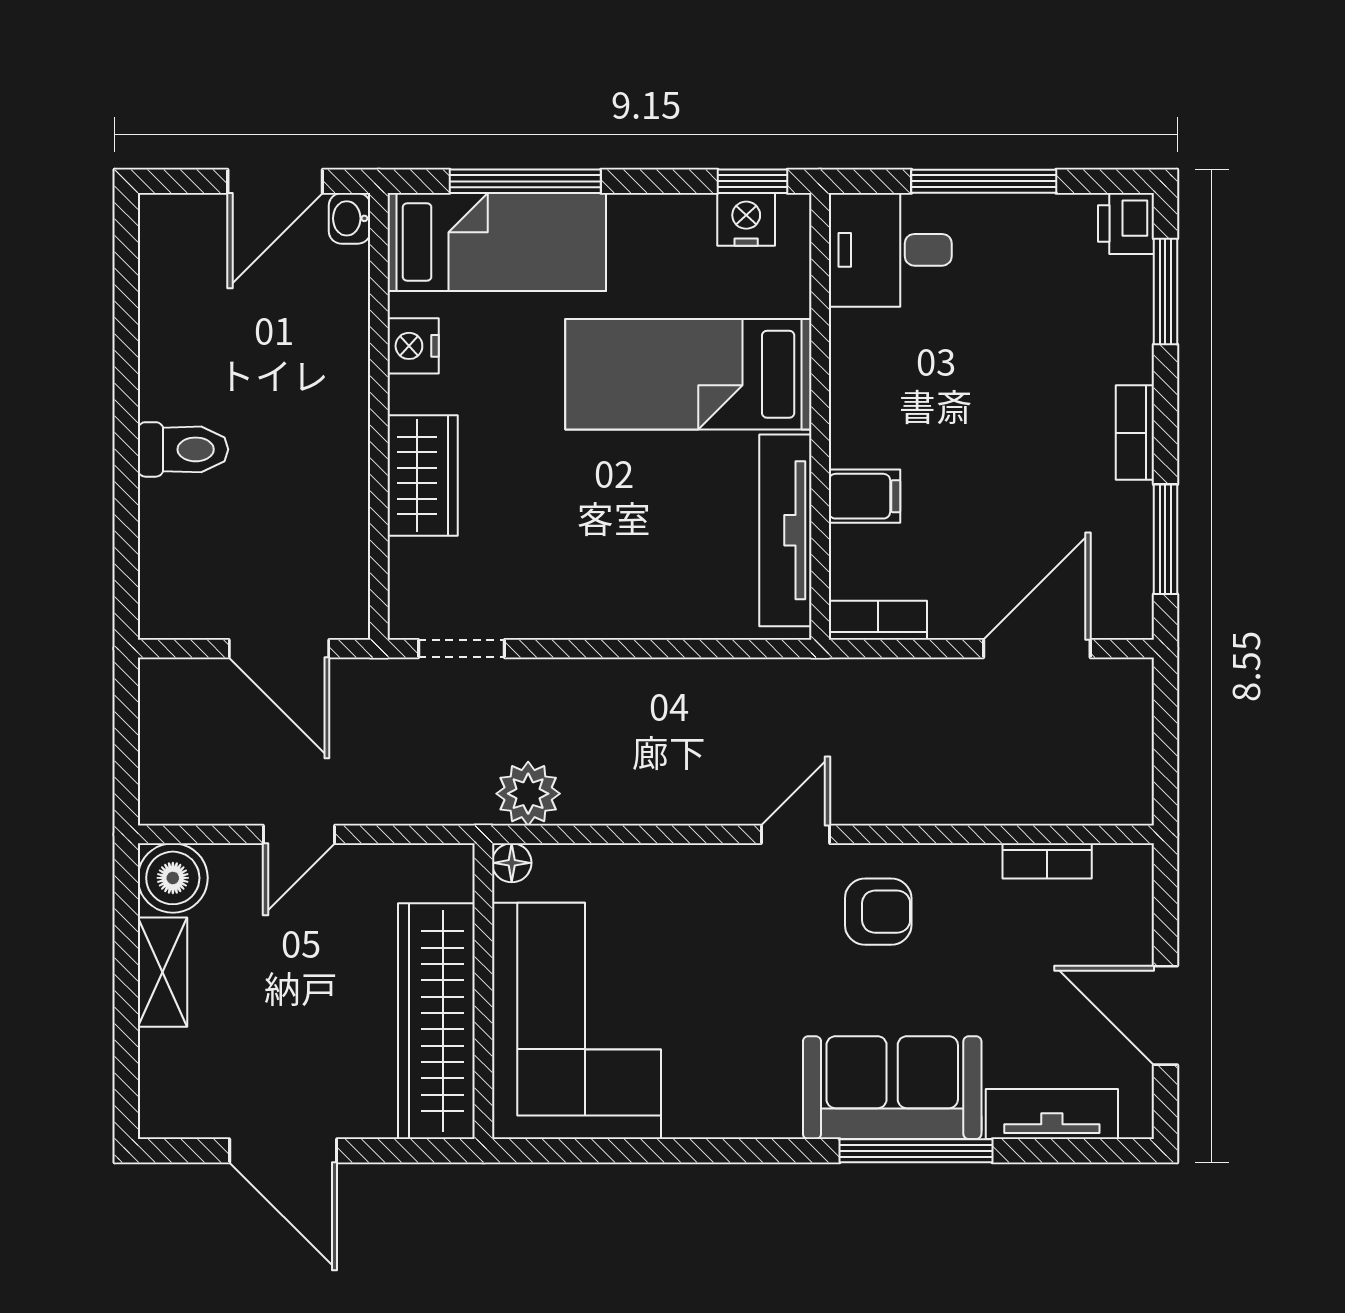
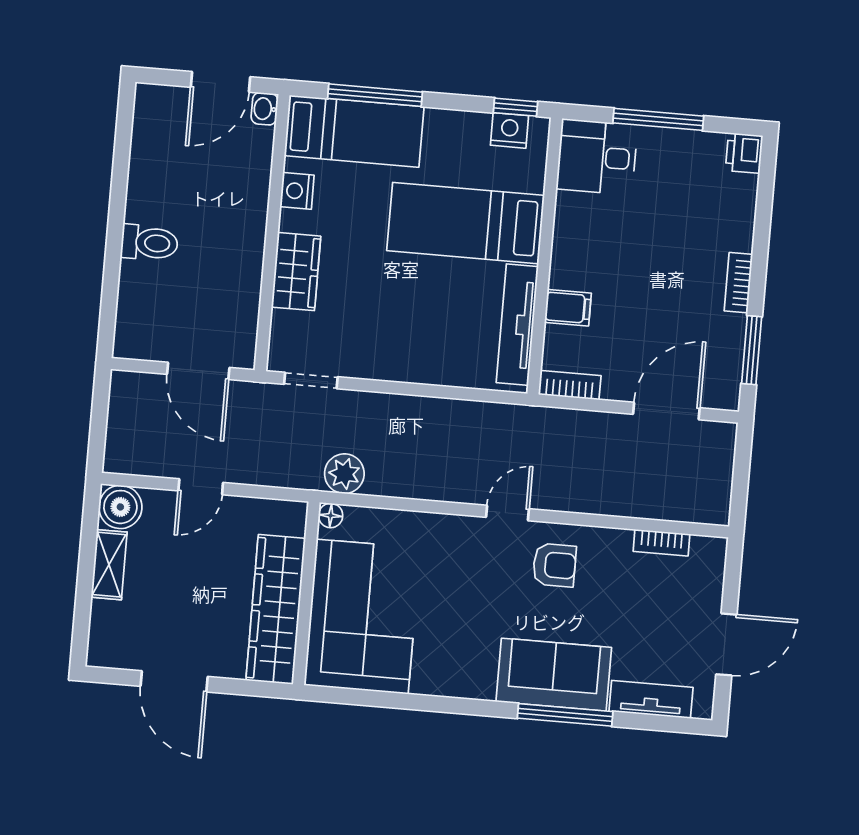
window: (1165, 292) -> (765, 197), removed
door: (1165, 1015) -> (726, 644), swing flipped

